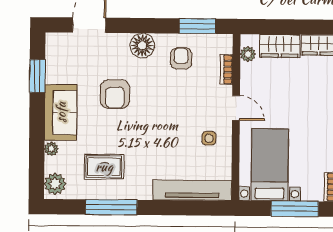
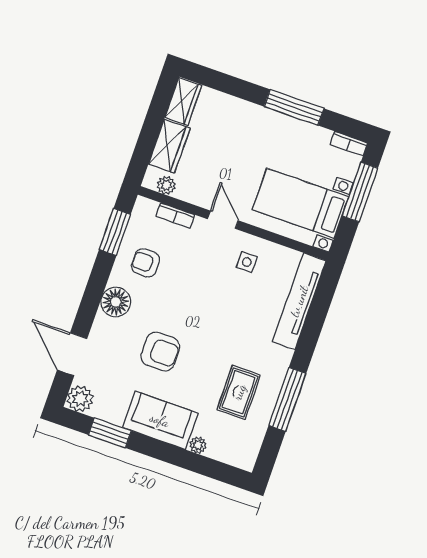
door: (236, 108) -> (223, 220), hinge flipped
plant: (55, 184) -> (80, 399), moved

